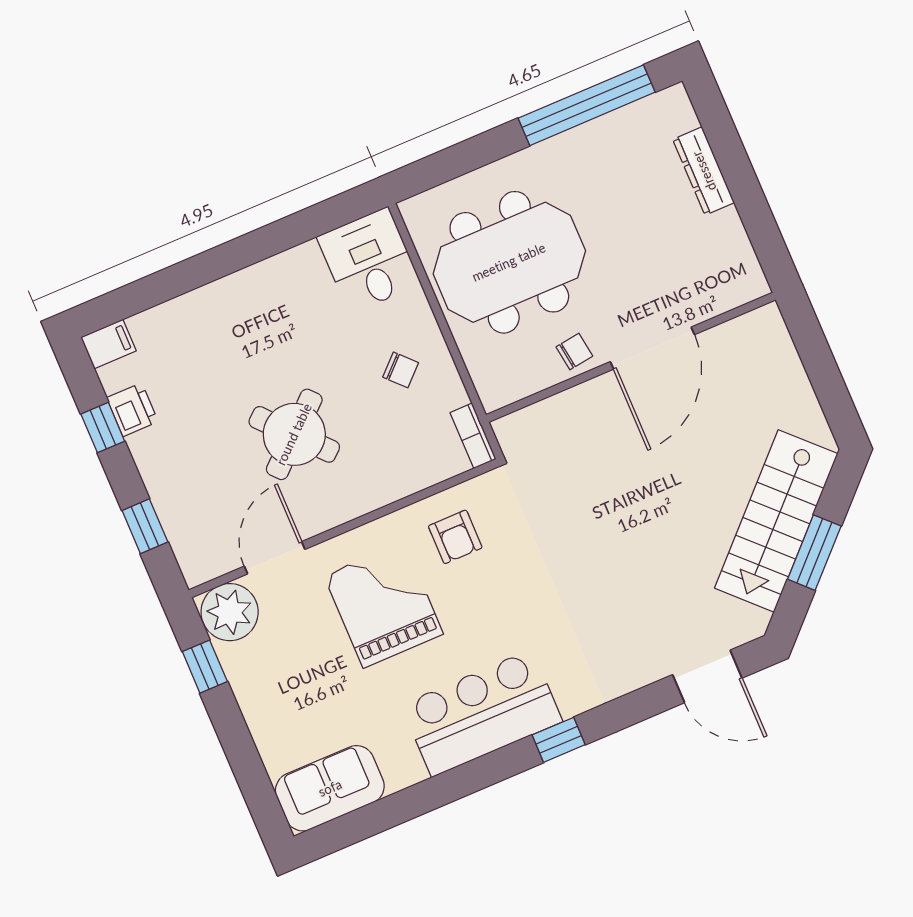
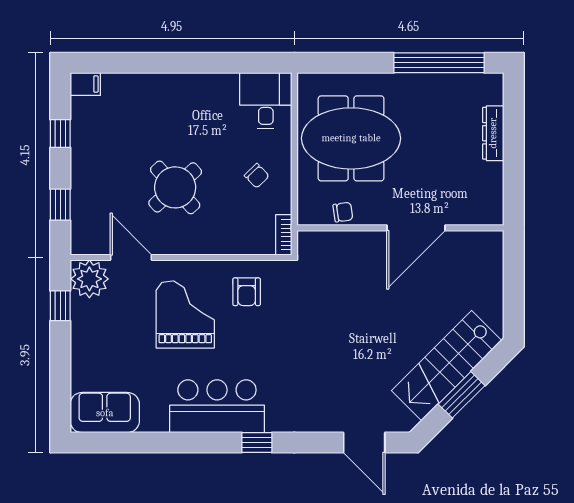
chair: (574, 351) -> (343, 212), moved
printer: (132, 410) -> (83, 130), removed
door: (275, 558) -> (131, 258), hinge flipped

